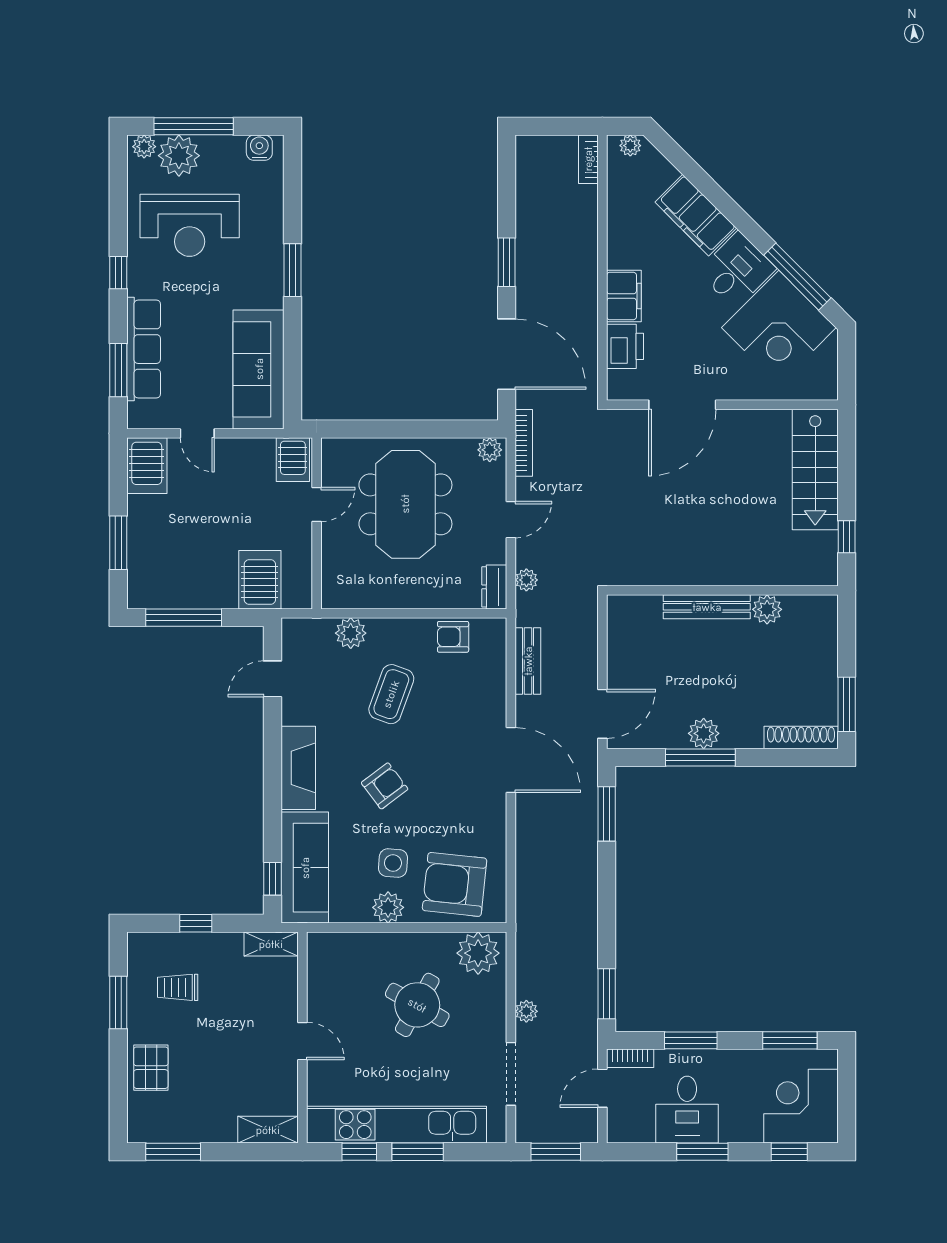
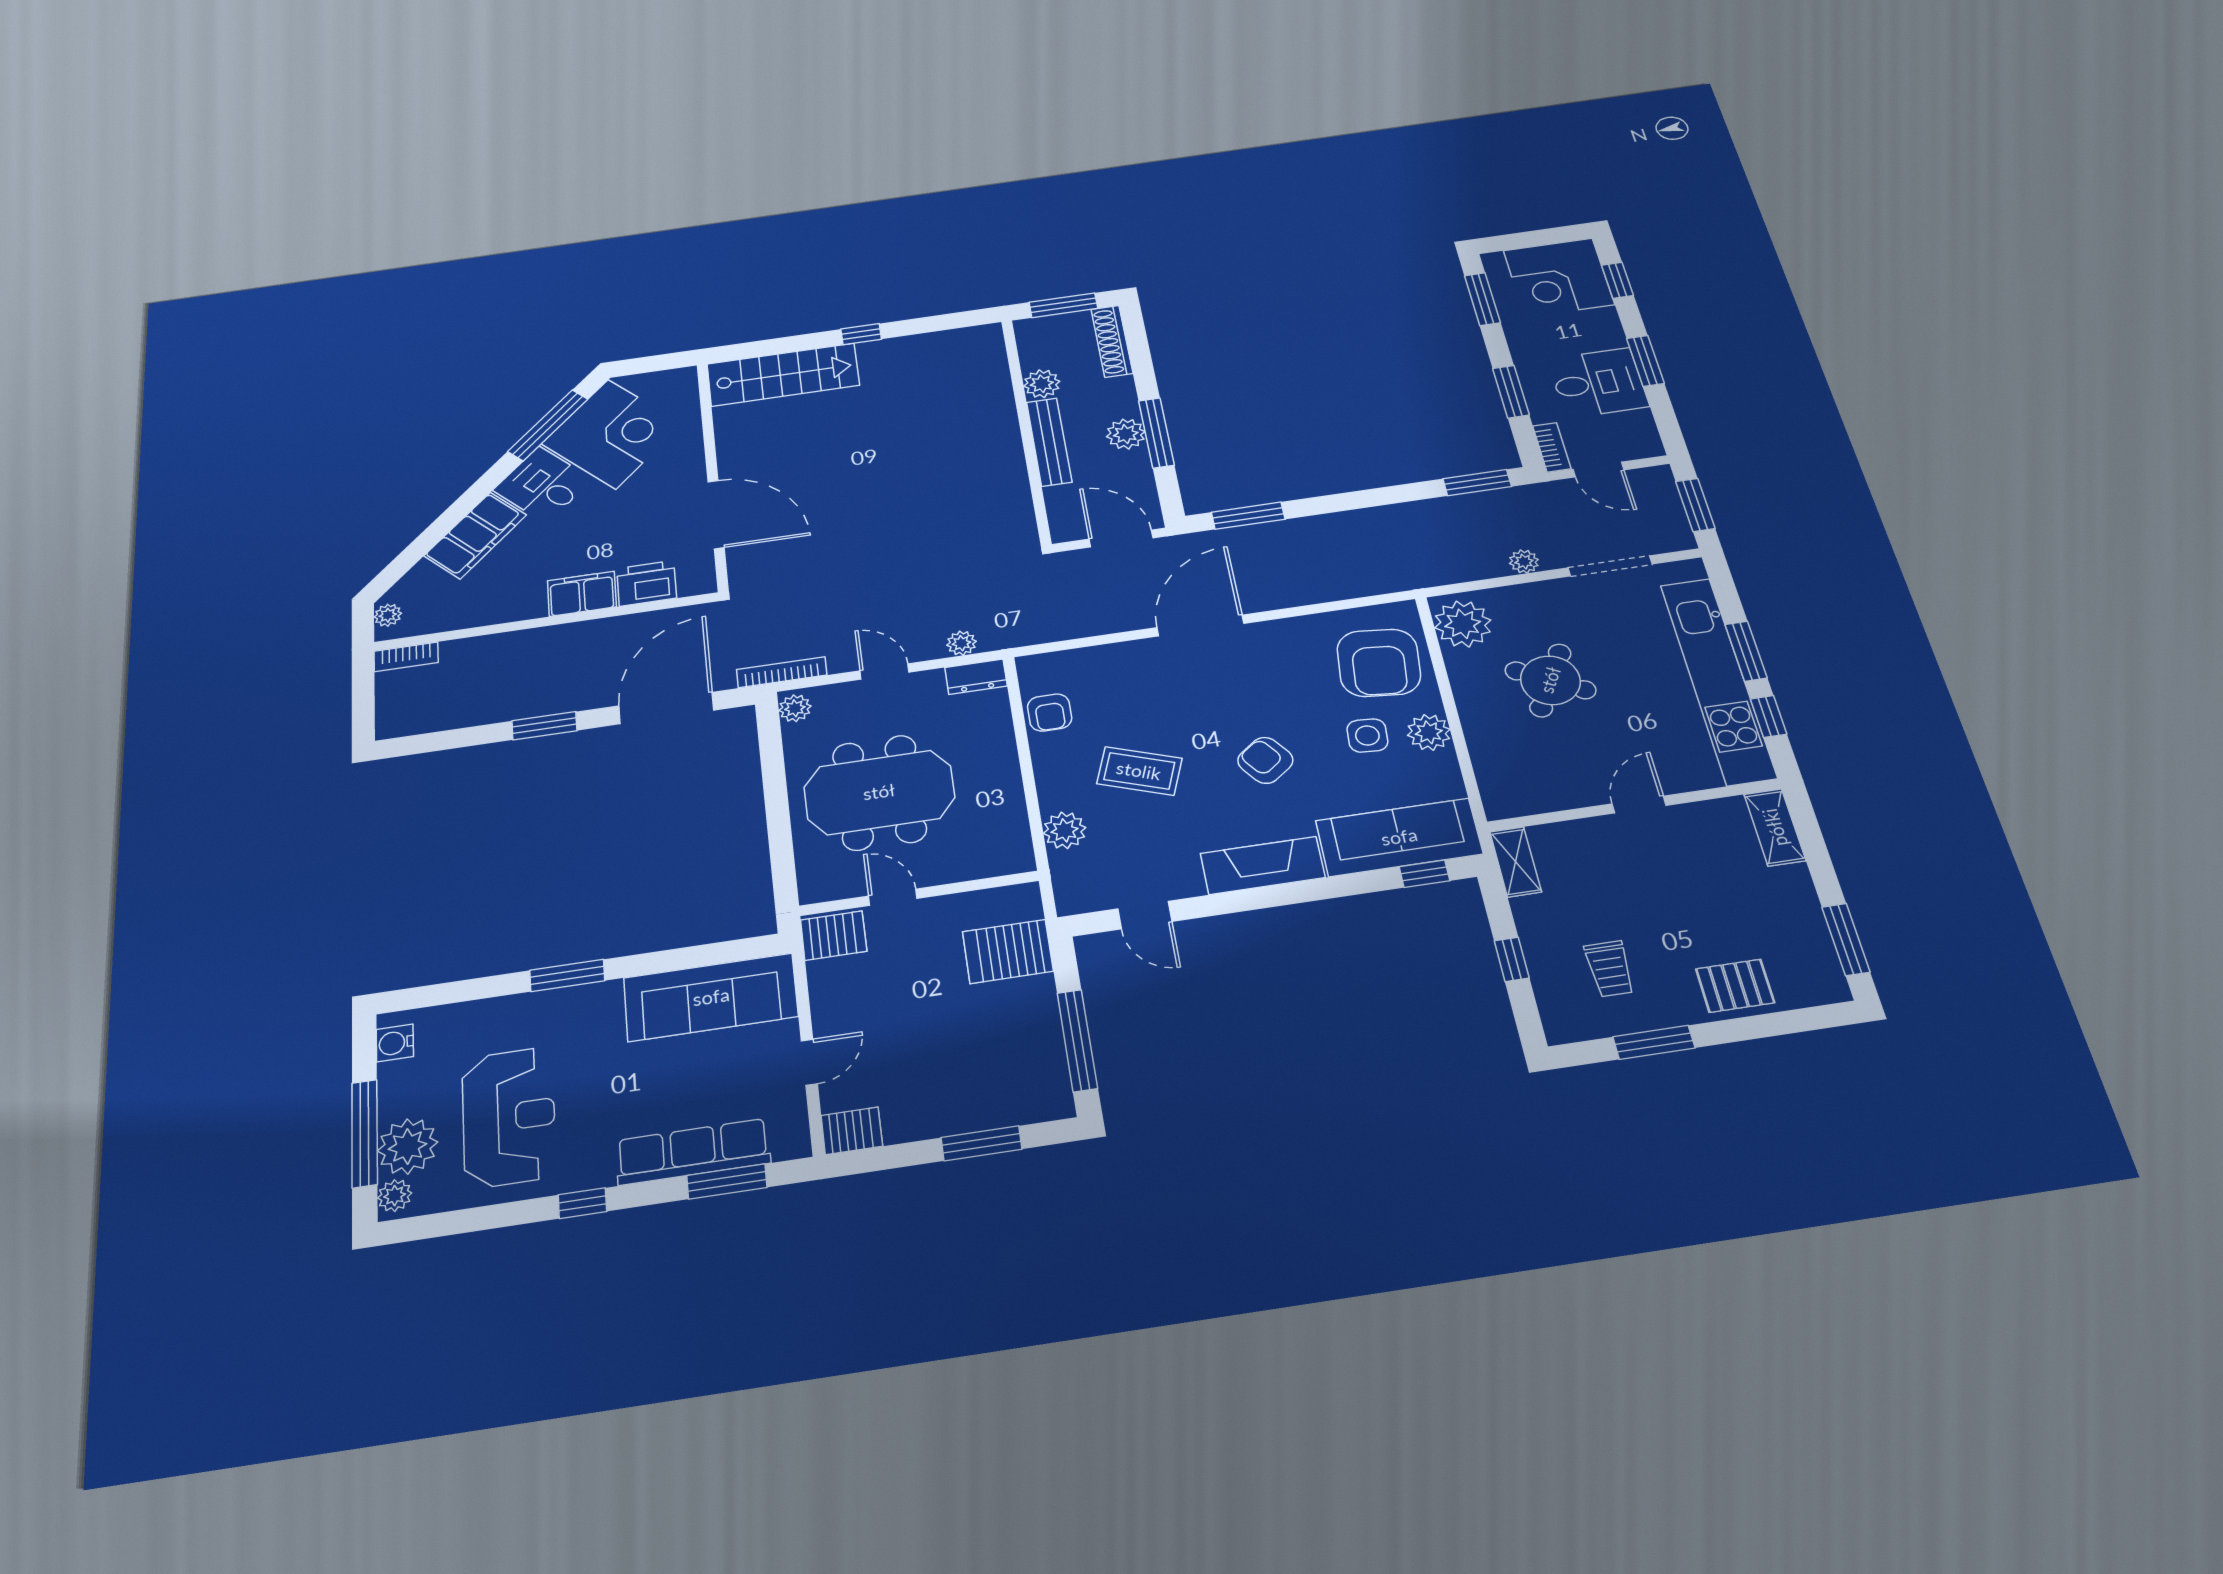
server rack: (147, 466) -> (852, 1131), width x0.73, depth x0.70
wall: (722, 590) -> (1026, 430), moved
bench: (707, 607) -> (1049, 442), moved
plant: (767, 609) -> (1042, 384), moved
bench: (528, 661) -> (1067, 626), removed

